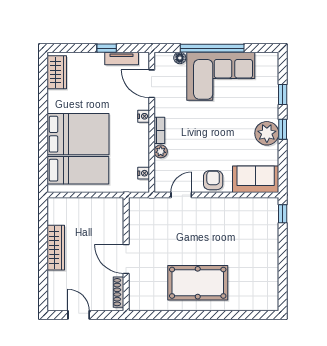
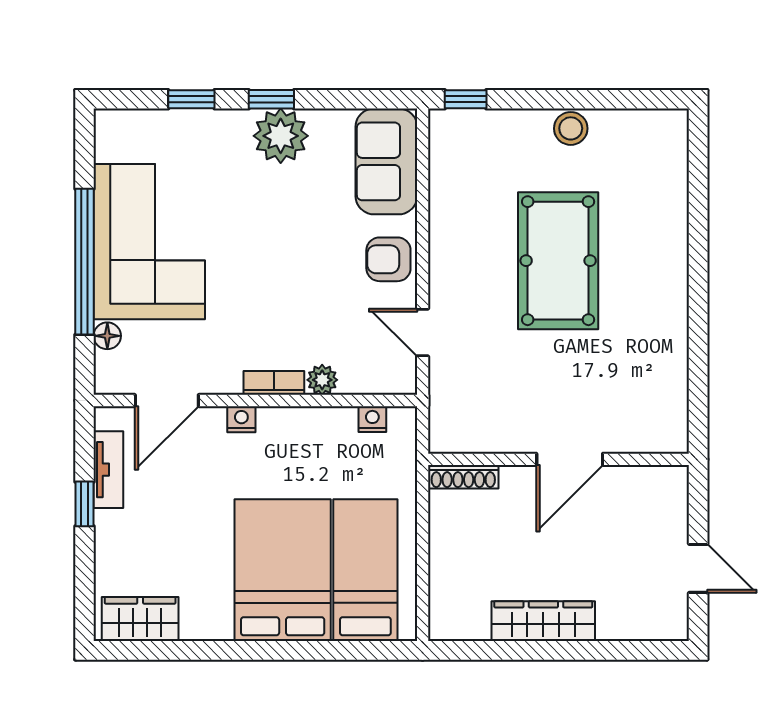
stool: (270, 259) -> (571, 128), added
pool table: (198, 283) -> (558, 261), moved
shoe rack: (119, 292) -> (463, 477), moved
door: (79, 315) -> (698, 568), swing flipped

